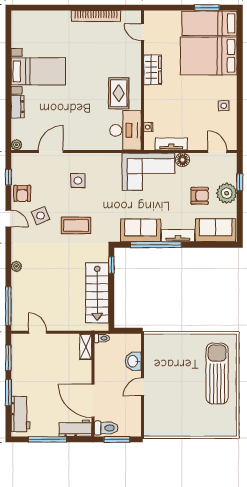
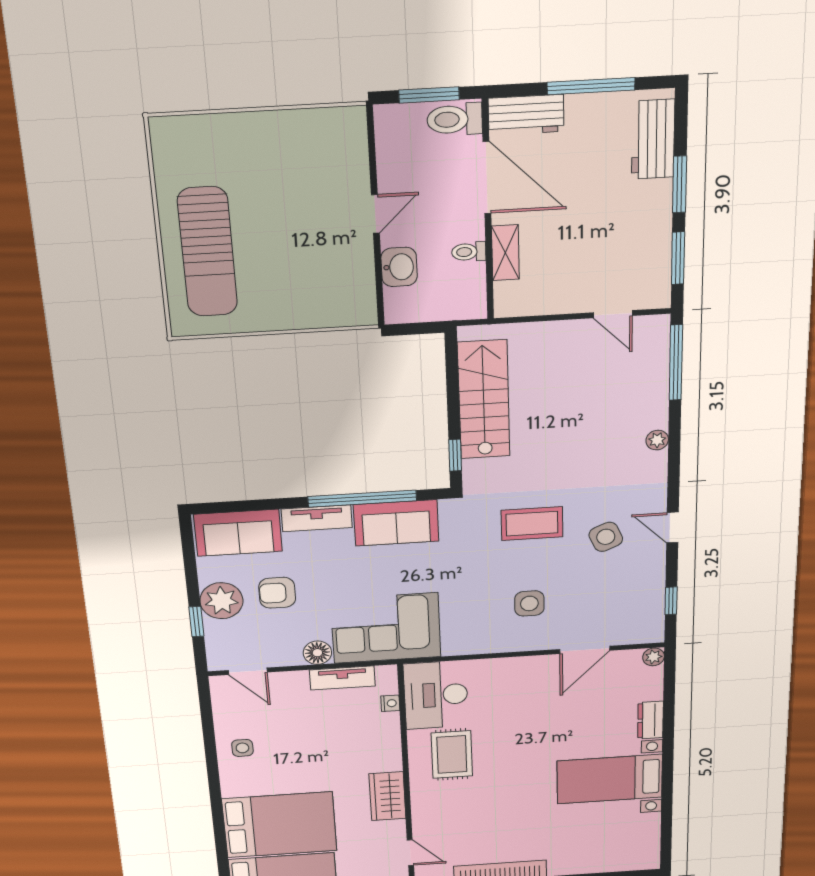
armchair: (22, 193) -> (643, 574), removed
toilet: (102, 338) -> (469, 252), moved
shelving: (86, 347) -> (505, 253), moved

